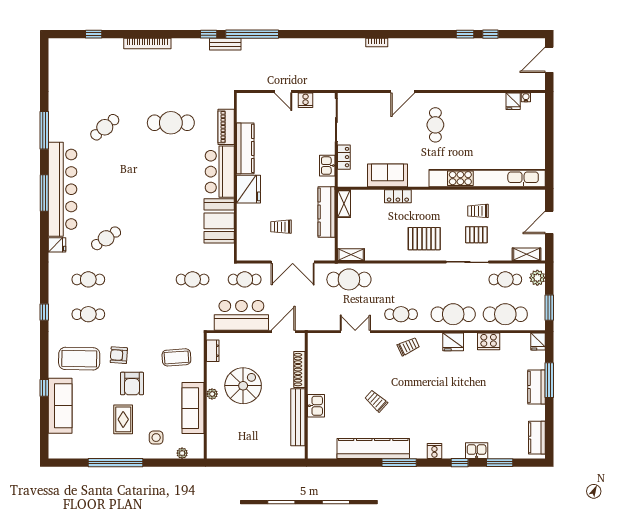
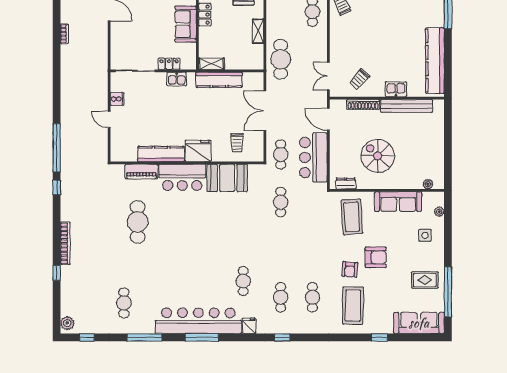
window: (94, 34) -> (57, 273), moved
bench: (225, 44) -> (66, 172), removed
plant: (60, 46) -> (67, 323), added
window: (44, 67) -> (87, 337), added
door: (283, 91) -> (109, 119), swing flipped
cafe table: (105, 127) -> (124, 303), moved, turned 41
trolley: (281, 227) -> (237, 143), moved
cafe table: (106, 238) -> (243, 281), turned 34
shelving: (351, 255) -> (258, 31), moved
double door: (293, 262) -> (265, 111), swing flipped
window: (44, 312) -> (282, 337), moved
double door: (355, 332) -> (328, 76), moved
coffee table: (176, 357) -> (352, 217), width x1.36, depth x1.32
plant: (212, 394) -> (428, 184), moved
trolley: (376, 401) -> (359, 79), moved
sofa: (60, 406) -> (419, 323), moved
rug: (123, 419) -> (425, 280), moved
kitchen counter: (373, 448) -> (435, 61), moved
window: (115, 463) -> (448, 292), moved

